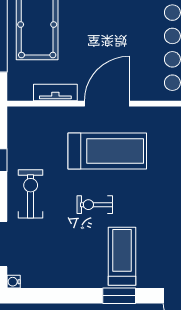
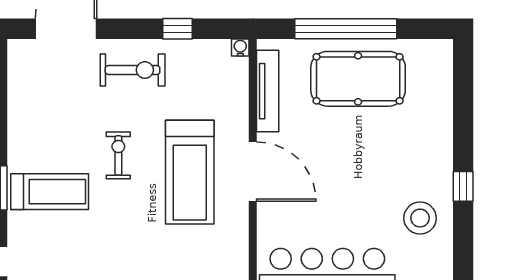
tv unit: (55, 92) -> (268, 91), width x1.41
water cooler: (14, 282) -> (240, 48), moved

